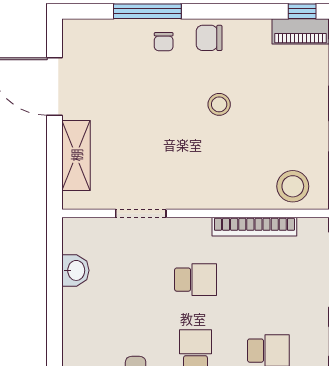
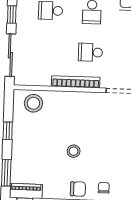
bookcase: (254, 227) -> (76, 82), moved

